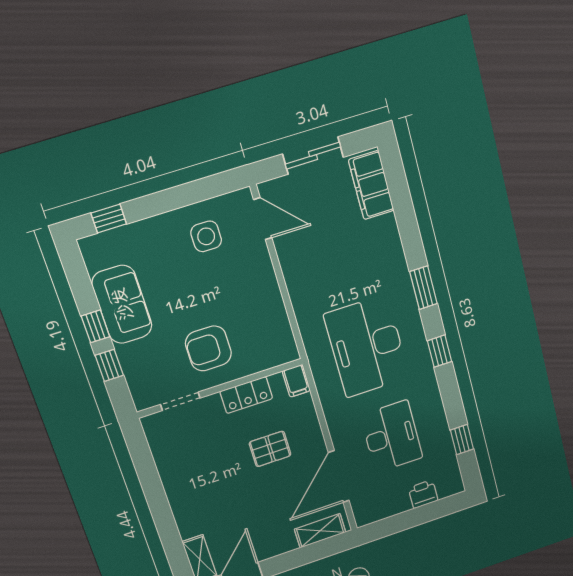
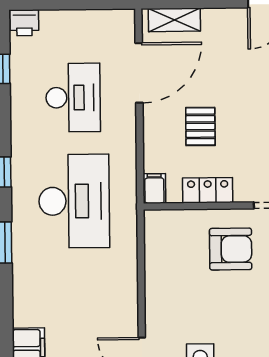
desk: (392, 436) -> (73, 98), turned 180
pallet: (270, 449) -> (200, 126), turned 90
printer: (423, 494) -> (24, 23), moved

